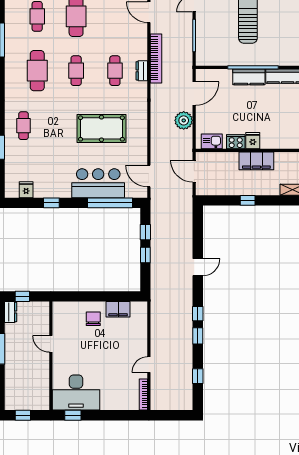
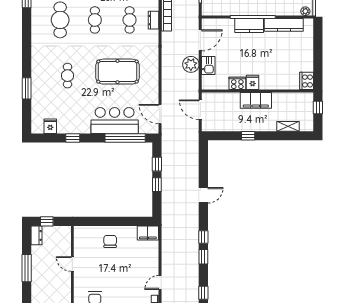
cafe table: (24, 126) -> (68, 76), moved
kitchen sink: (212, 141) -> (208, 65), moved, turned 90
filing cabinet: (118, 309) -> (148, 233), moved

